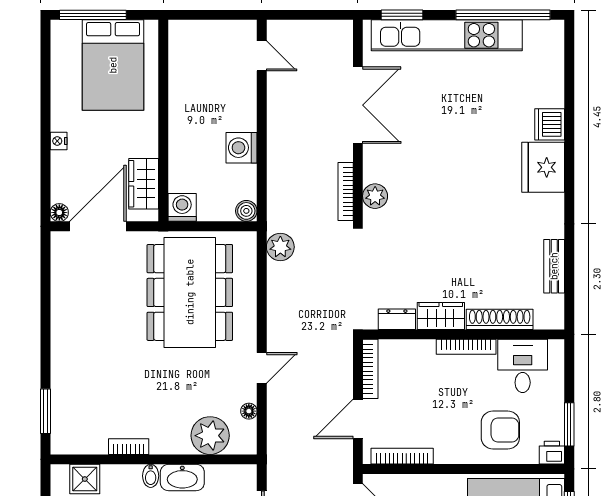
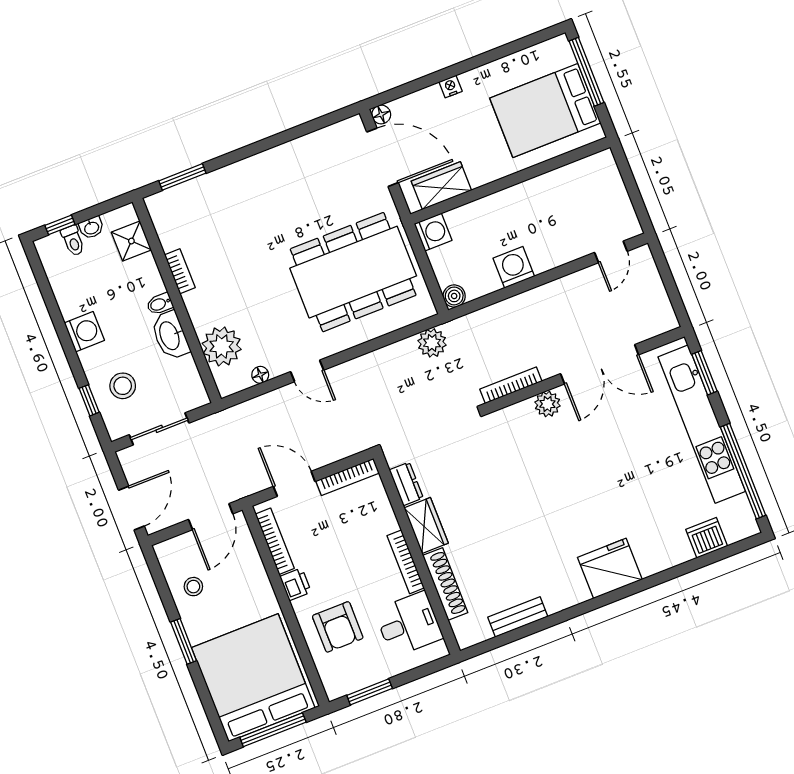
dishwasher: (550, 124) -> (707, 538), moved
plant: (375, 196) -> (547, 404), moved
printer: (552, 453) -> (296, 584), moved

